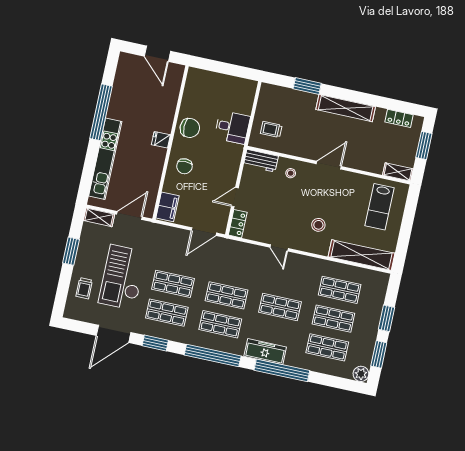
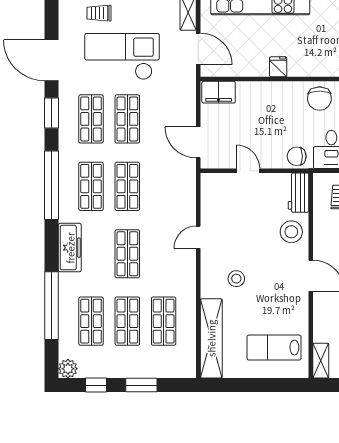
fridge: (161, 140) -> (278, 67), moved
chair: (184, 166) -> (297, 156), moved
stool: (291, 173) -> (291, 232), width x1.89, depth x1.89
locker: (238, 224) -> (217, 181), removed
window: (379, 354) -> (96, 385), width x0.67
window: (282, 370) -> (52, 306), moved

